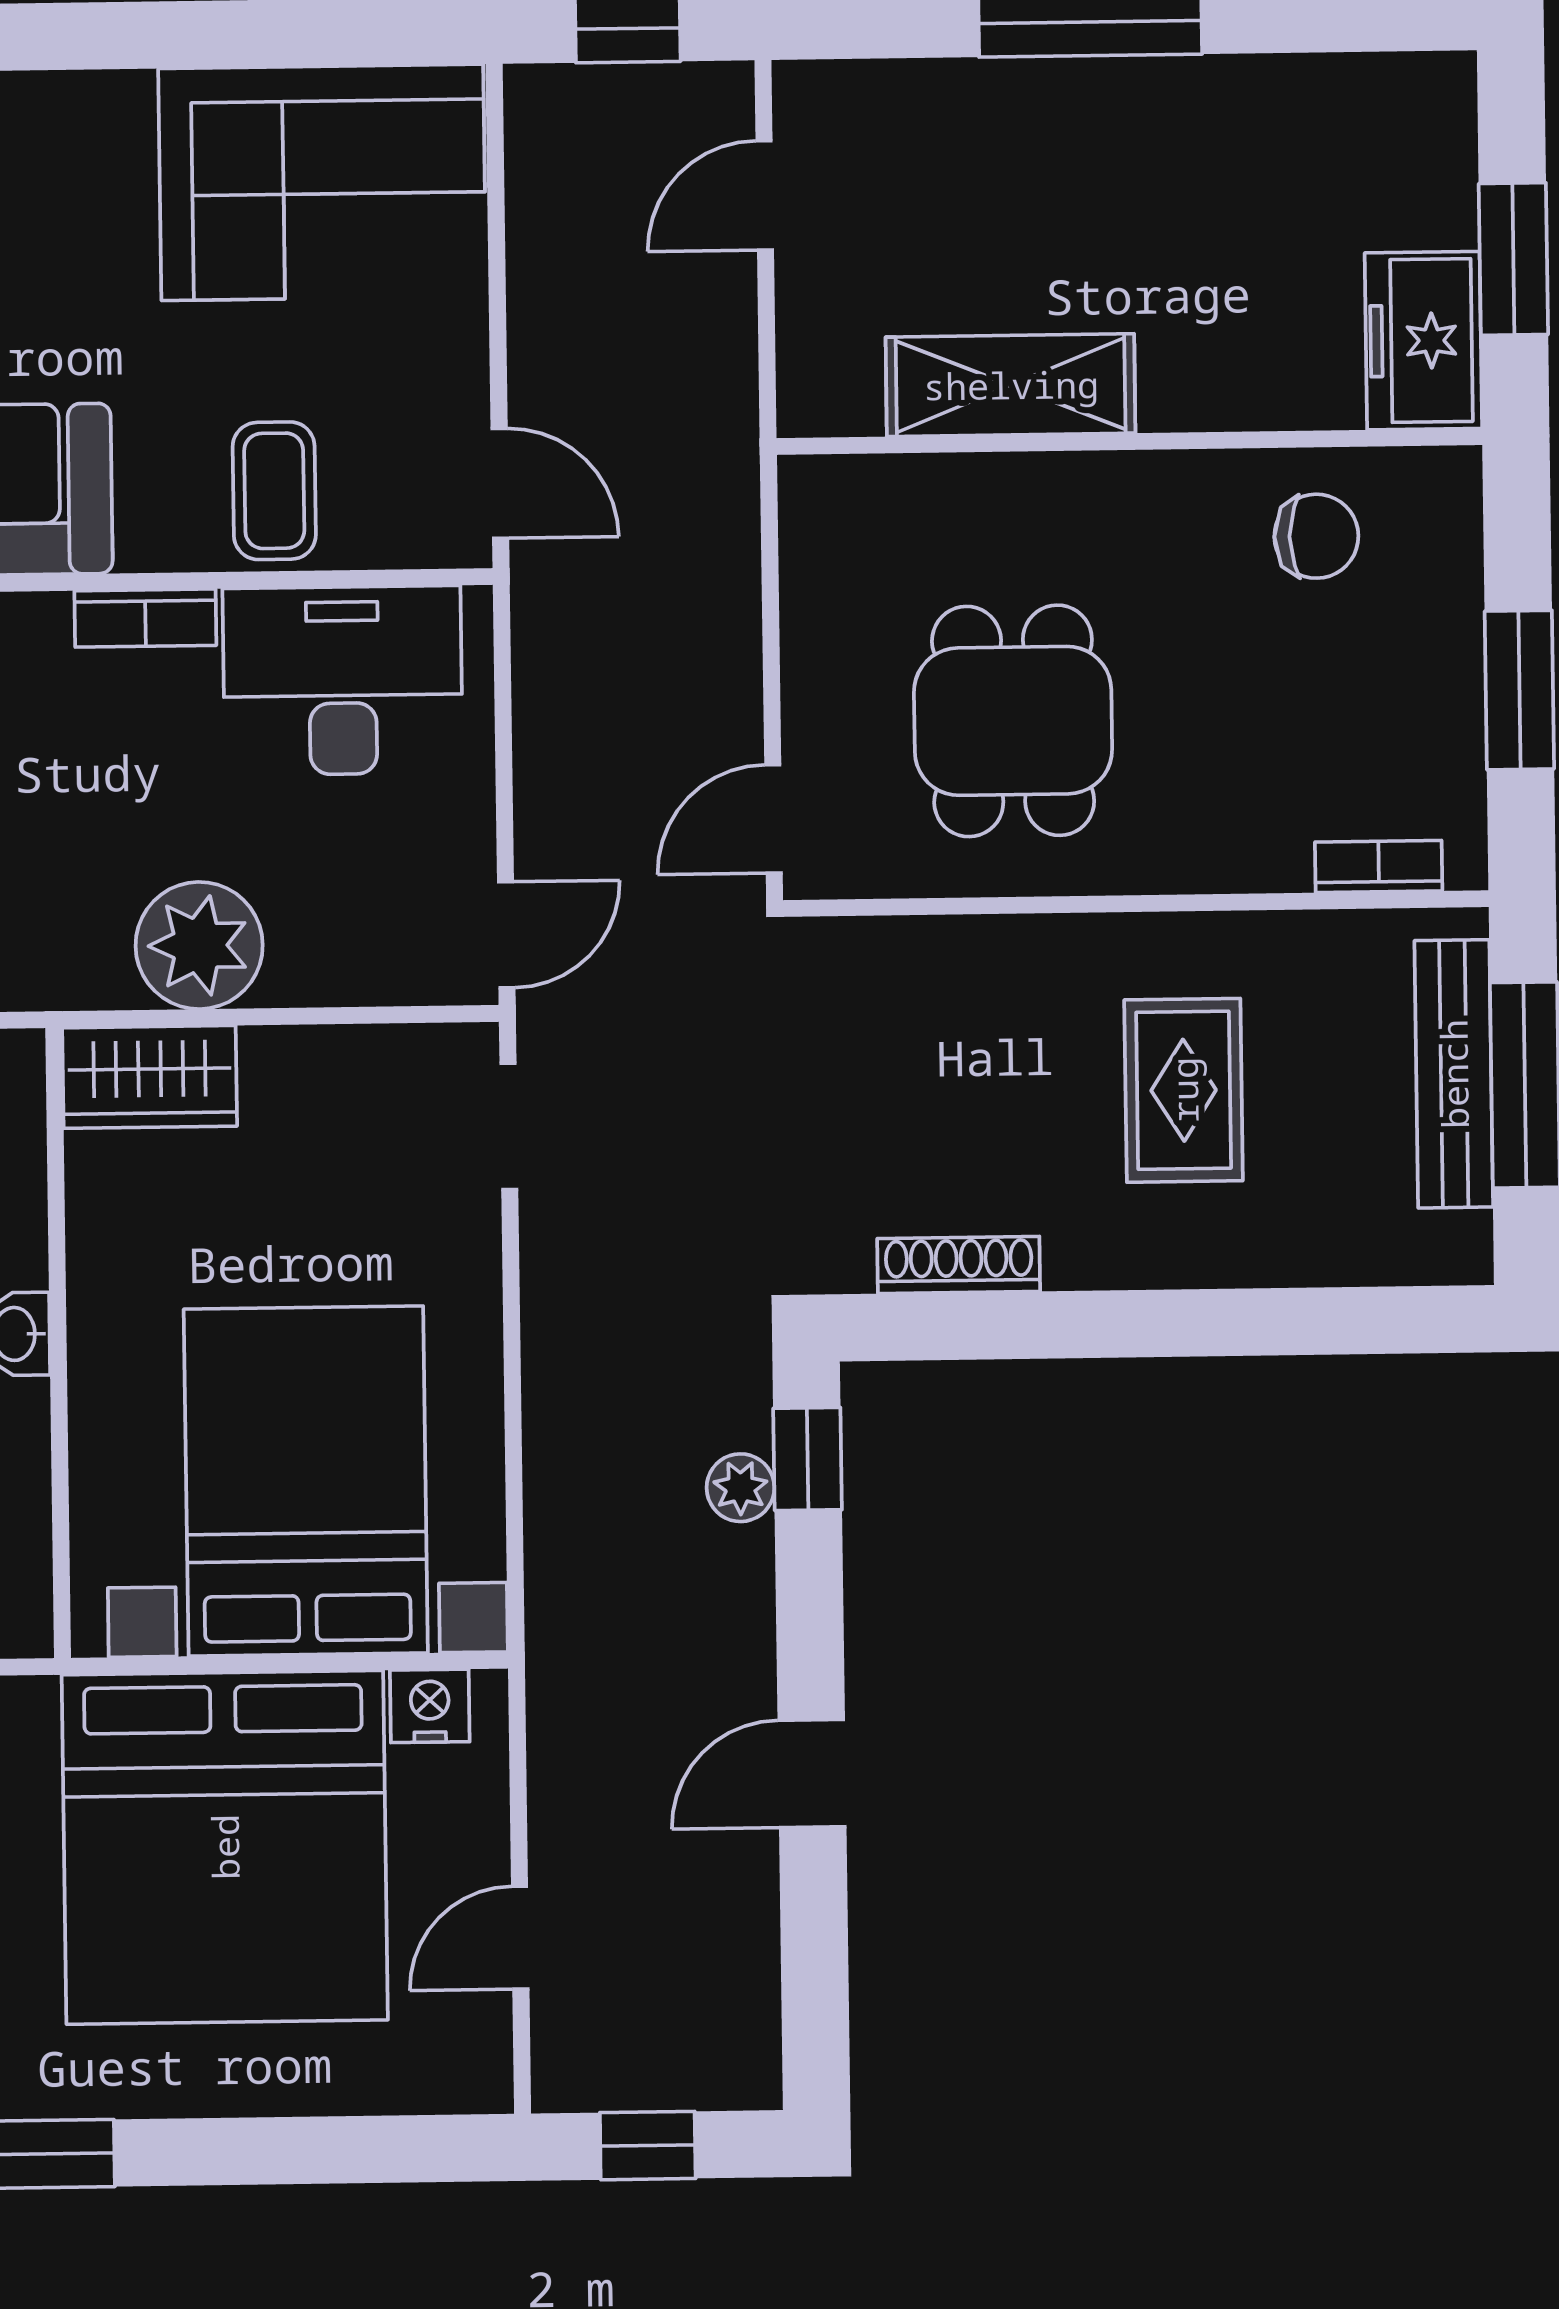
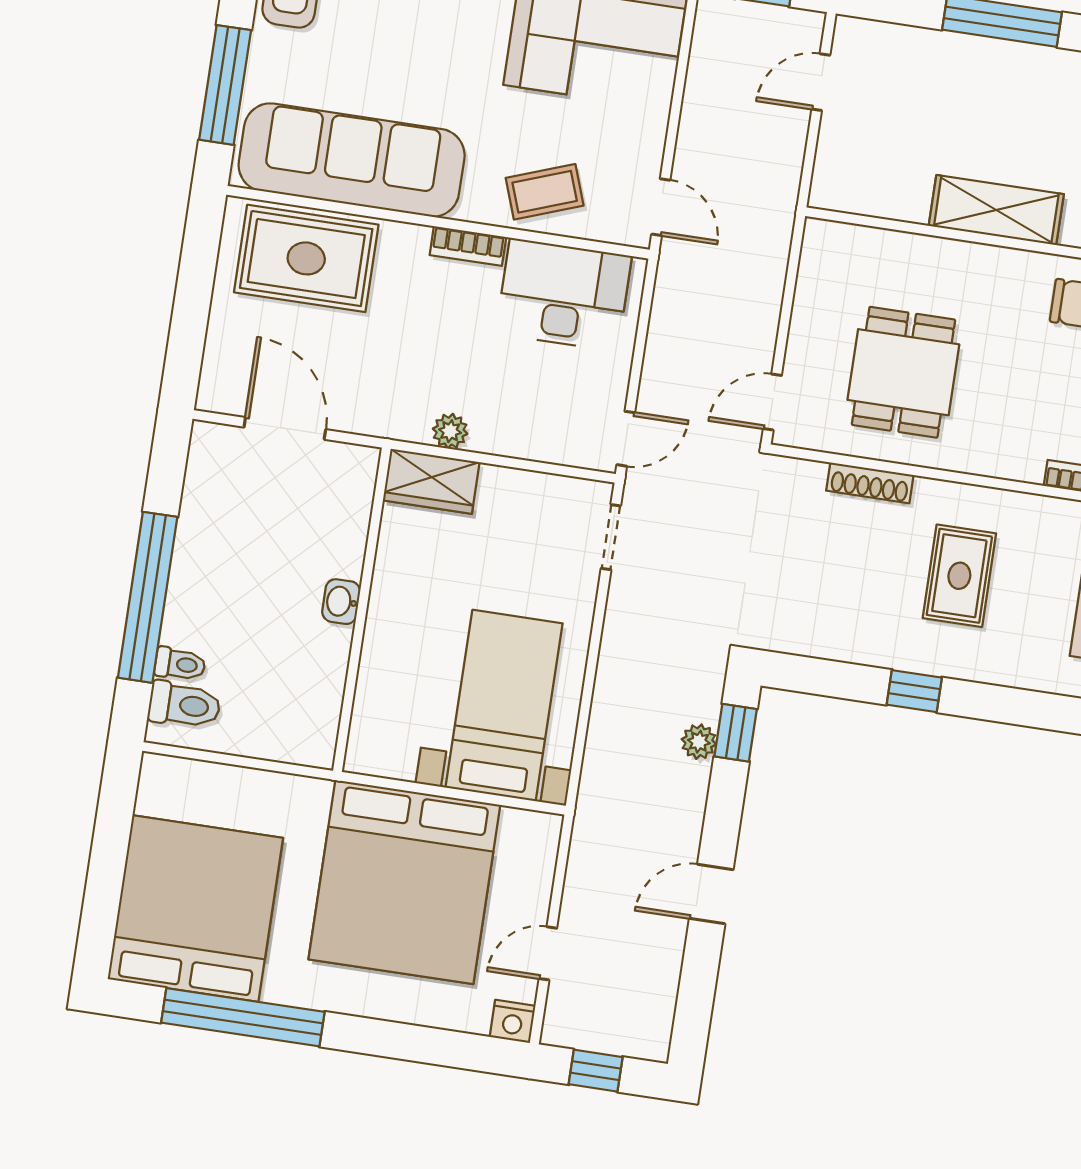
shelving: (1011, 385) -> (996, 210), moved
coffee table: (274, 491) -> (545, 192), turned 70
plant: (199, 945) -> (450, 431), width x0.53, depth x0.53
shoe rack: (959, 1265) -> (870, 483), moved, turned 180
window: (1134, 1324) -> (914, 691), added
bed with nightstands: (306, 1481) -> (504, 706), width x0.73
nightstand: (430, 1706) -> (513, 1021), moved, turned 180

